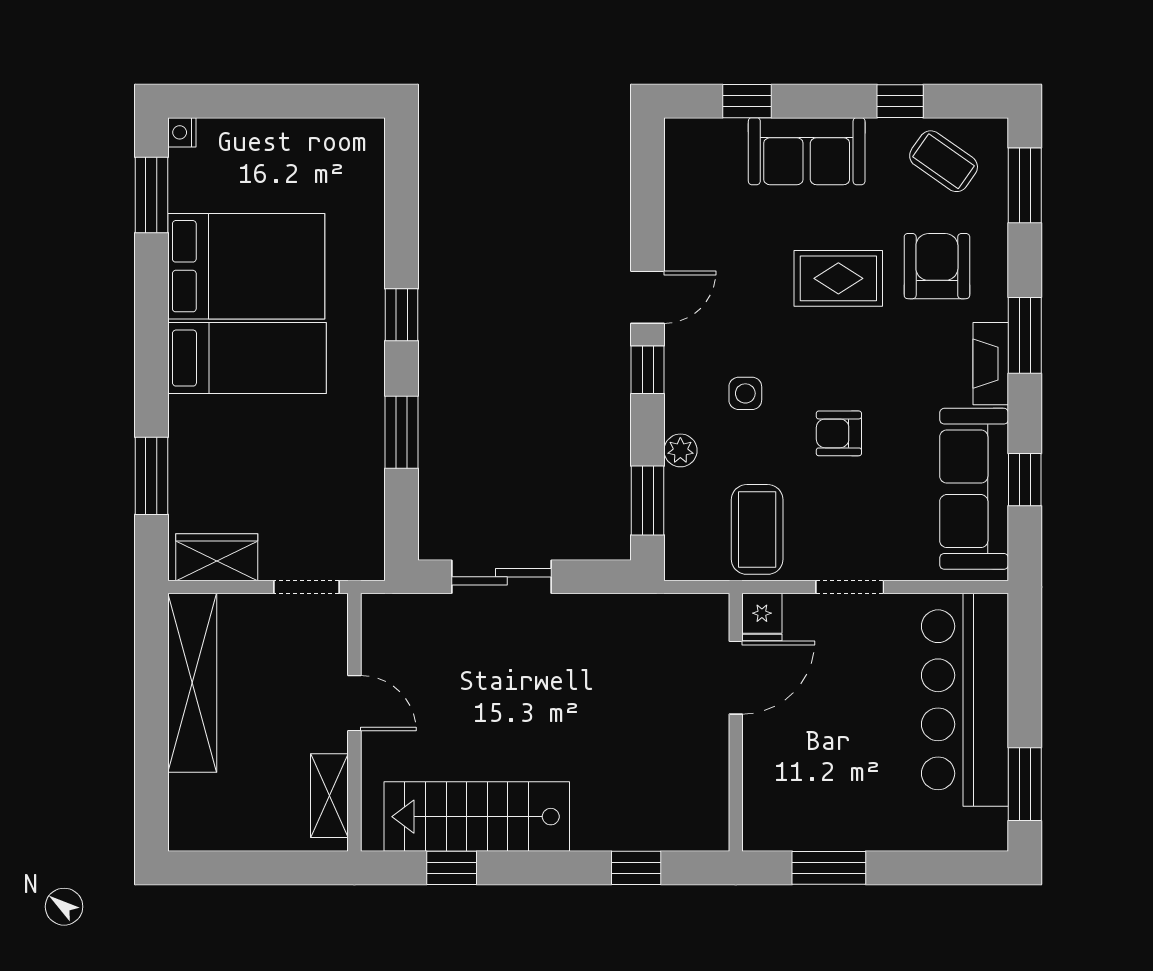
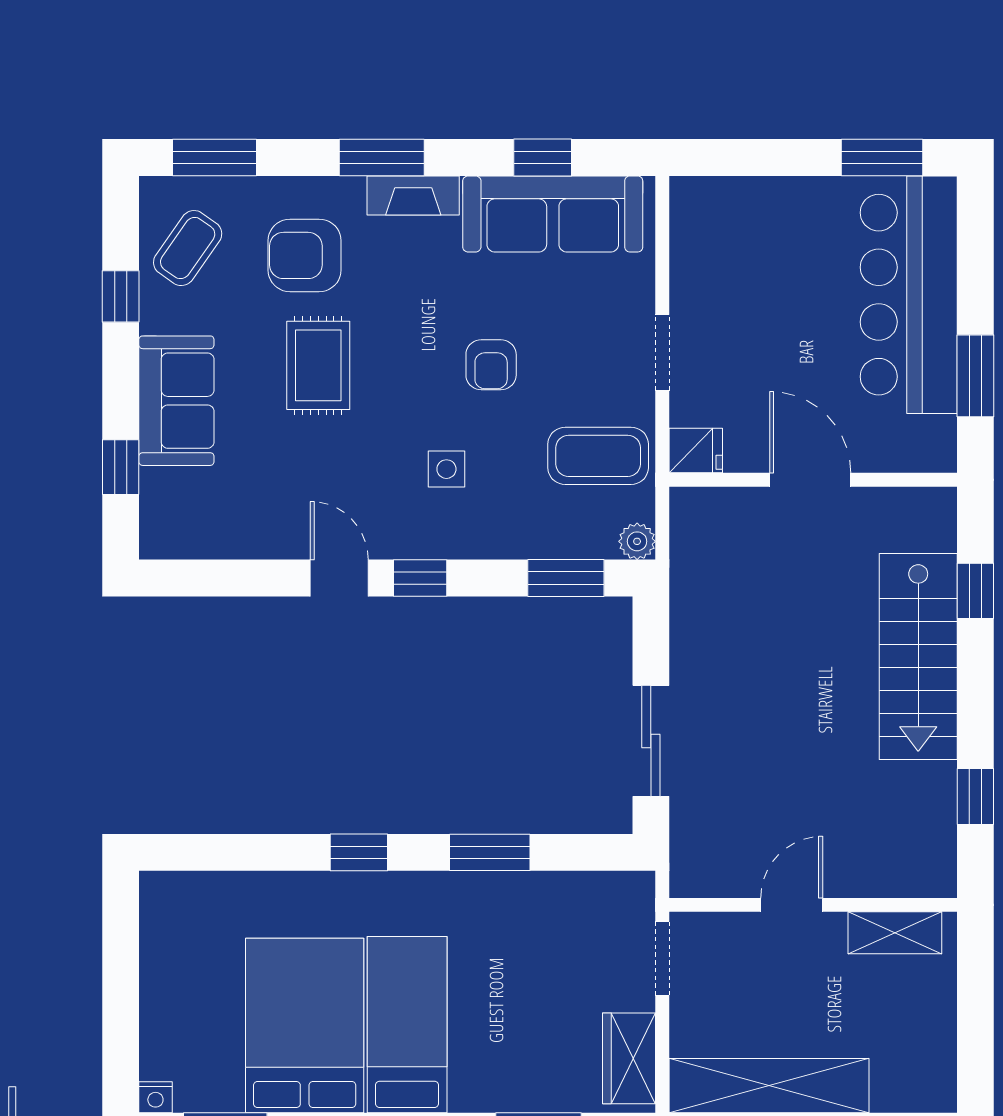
plant: (680, 450) -> (637, 541), moved
door: (736, 678) -> (810, 480), moved
bar counter: (965, 700) -> (909, 295), moved, turned 90
stairs: (477, 817) -> (918, 657), moved

